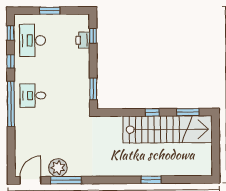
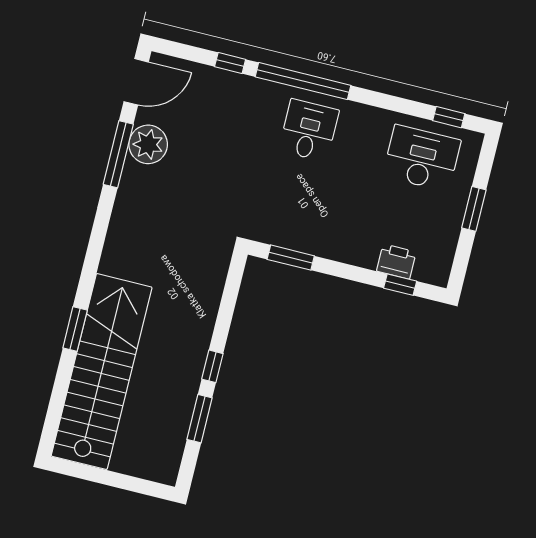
window: (11, 61) -> (230, 63), moved
window: (188, 112) -> (200, 419), moved
stairs: (167, 129) -> (102, 372), moved, turned 180
door: (31, 180) -> (136, 82), hinge flipped

